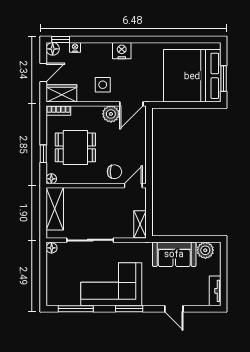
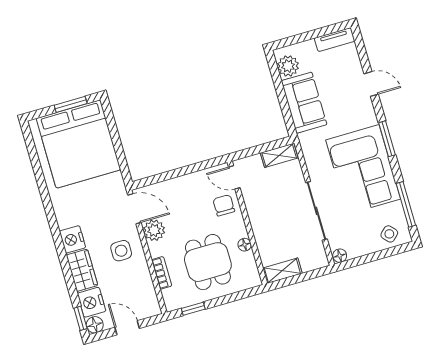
nightstand: (75, 47) -> (92, 302), width x1.89, depth x1.79
wardrobe: (62, 93) -> (82, 270), moved, turned 180
bookcase: (58, 110) -> (162, 273), moved
window: (43, 154) -> (193, 309), moved
floor lamp: (51, 179) -> (245, 245), moved
shelving: (55, 209) -> (282, 271), width x0.67, depth x0.75
side table: (57, 290) -> (389, 234), added
door: (174, 309) -> (371, 84), hinge flipped

